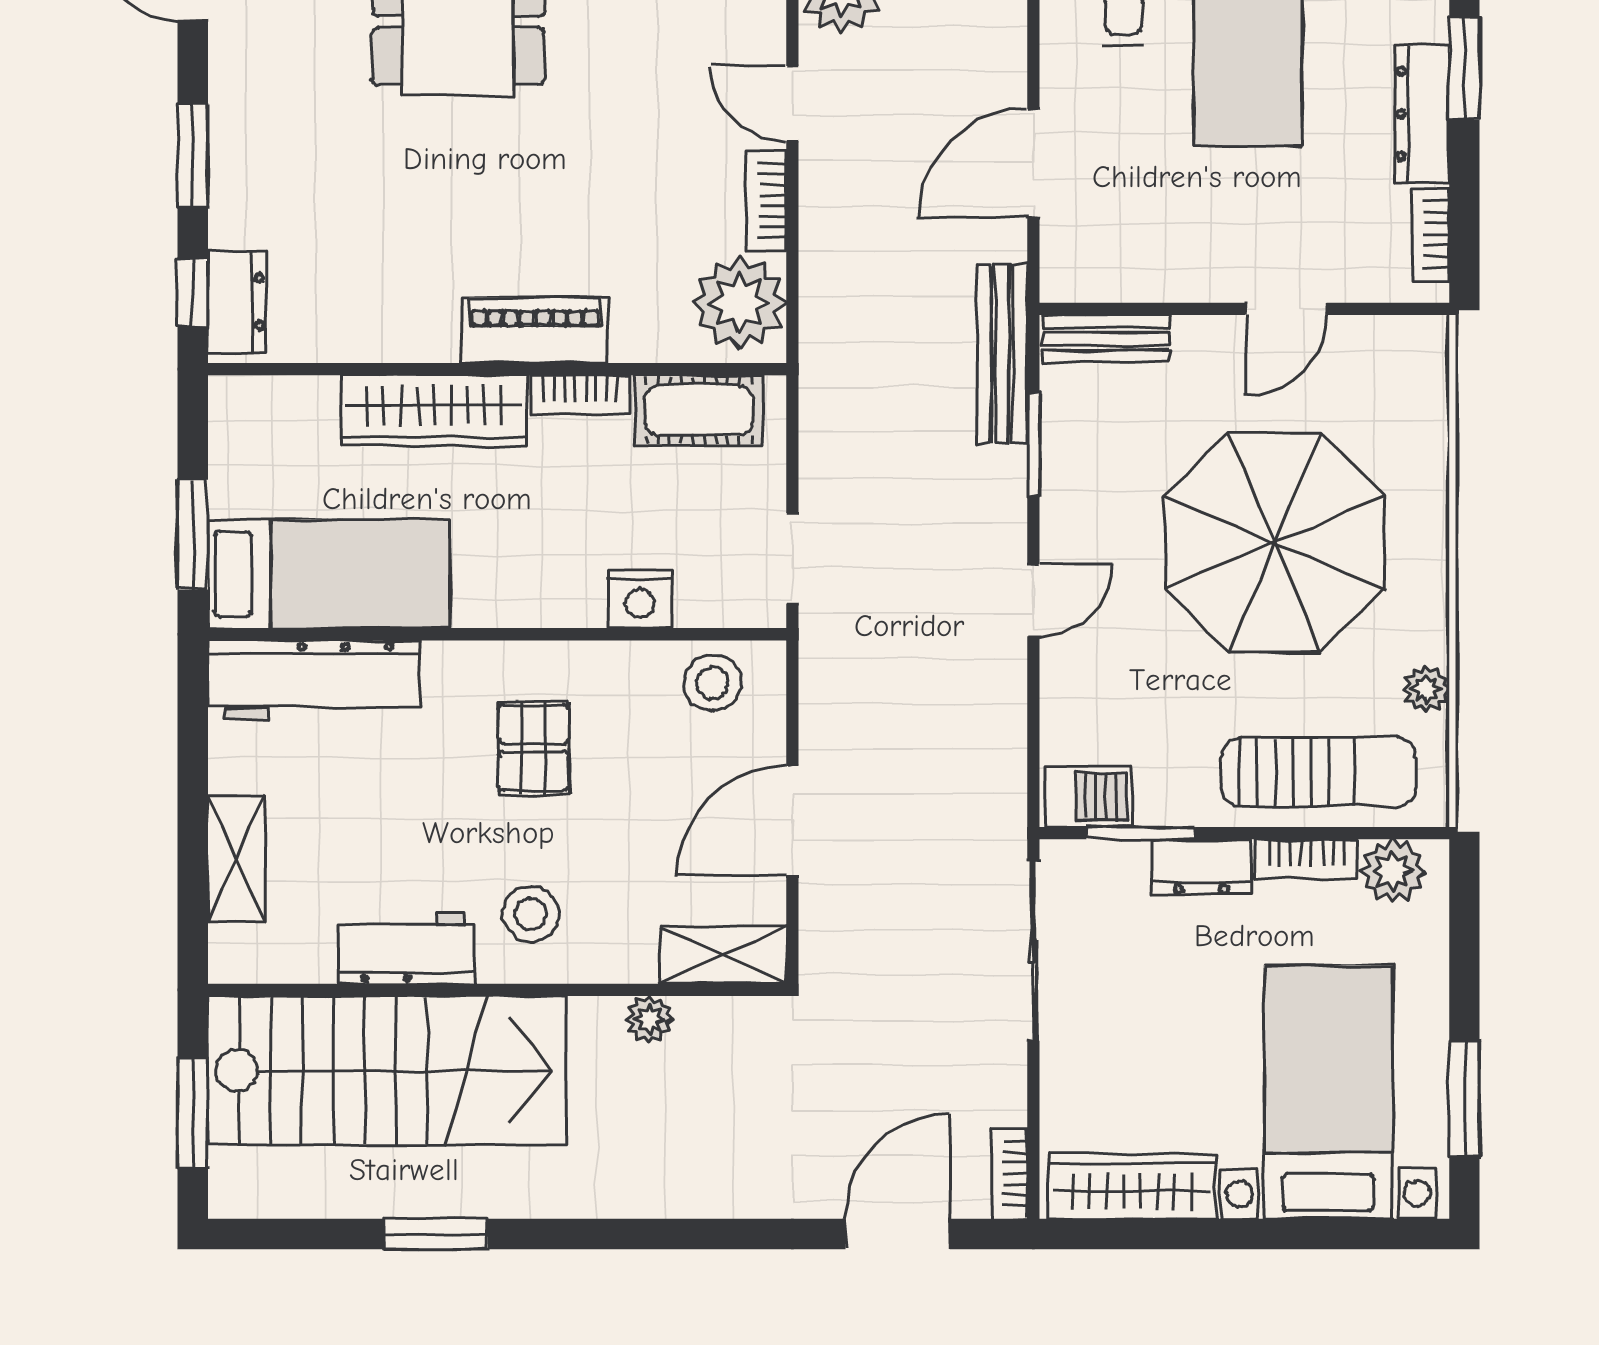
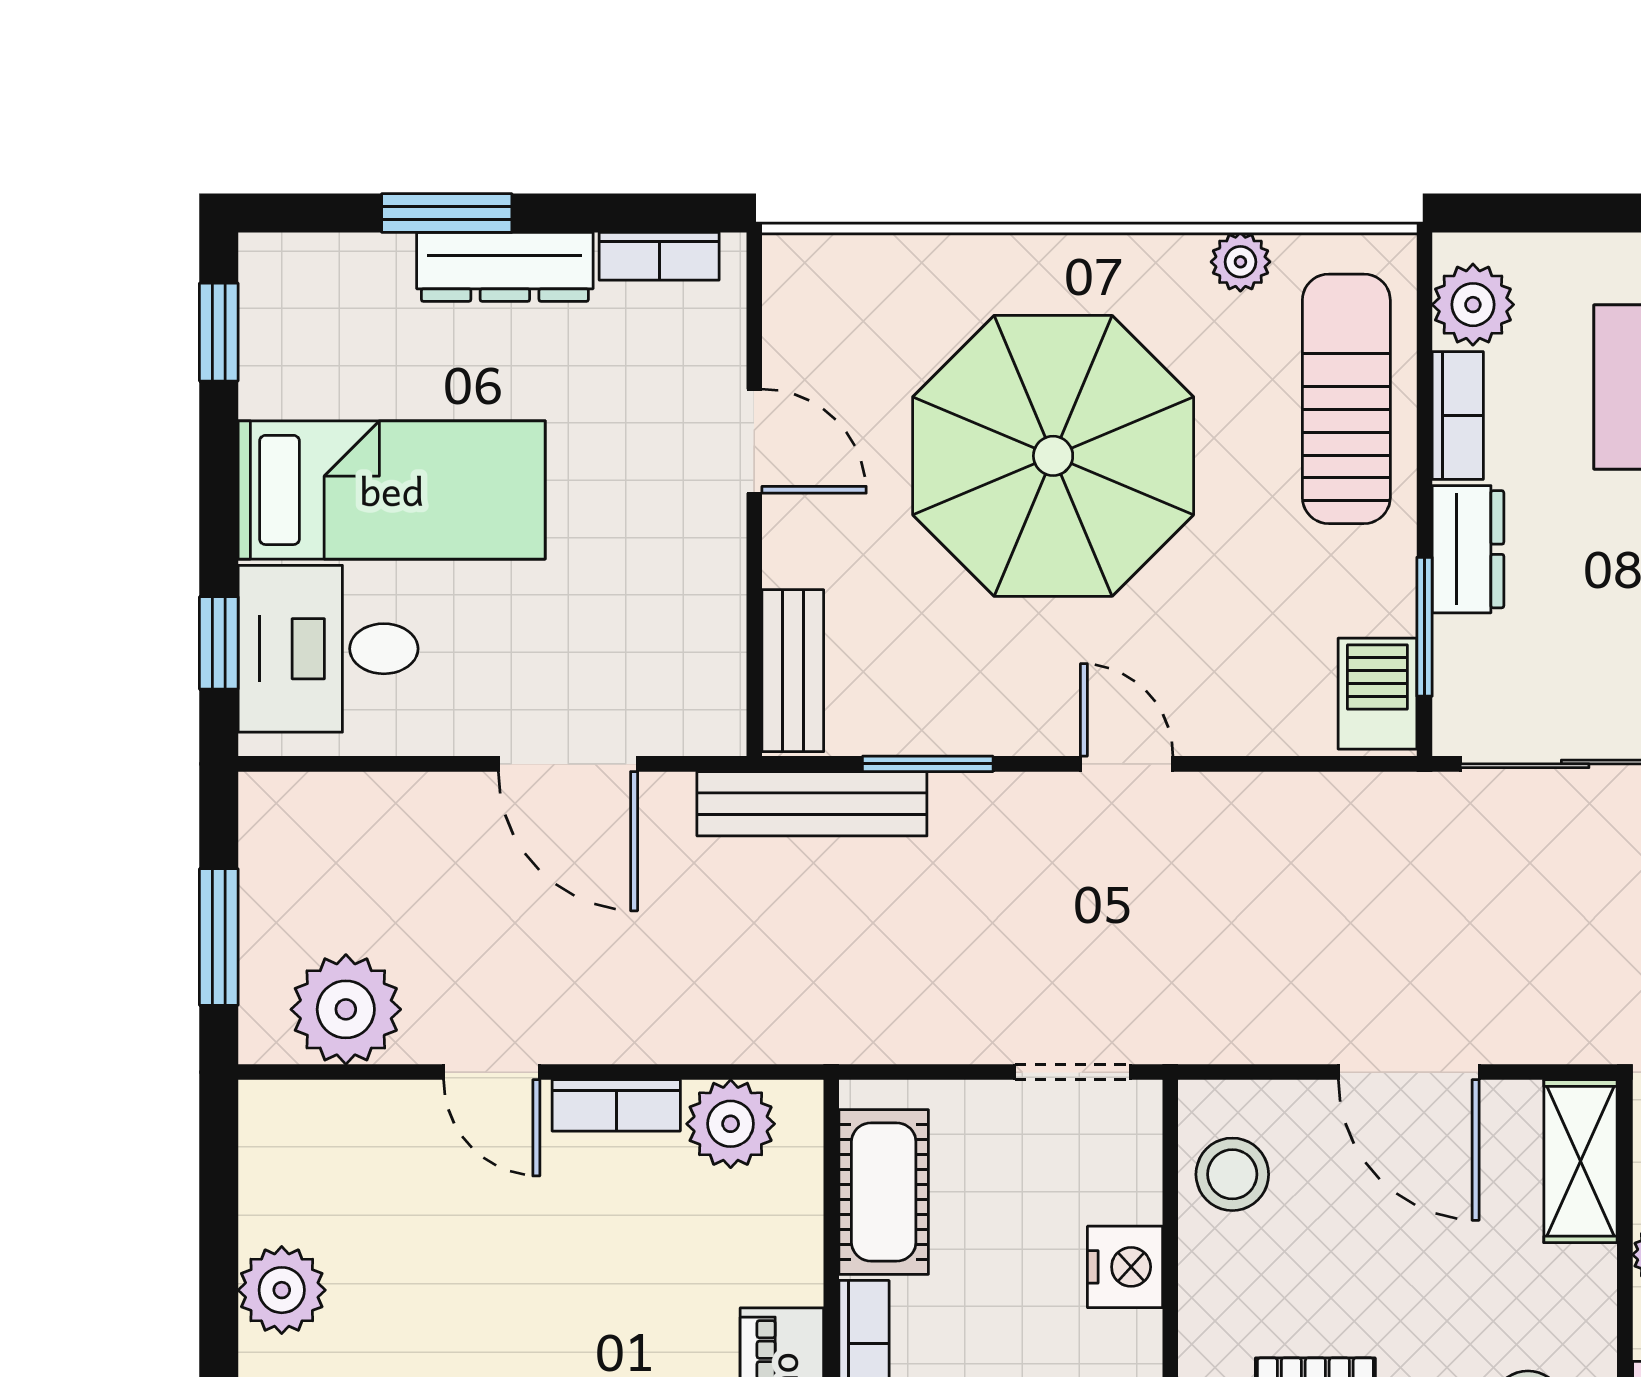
door: (792, 103) -> (492, 1072), hinge flipped
plant: (739, 303) -> (731, 1124), width x0.73, depth x0.73

